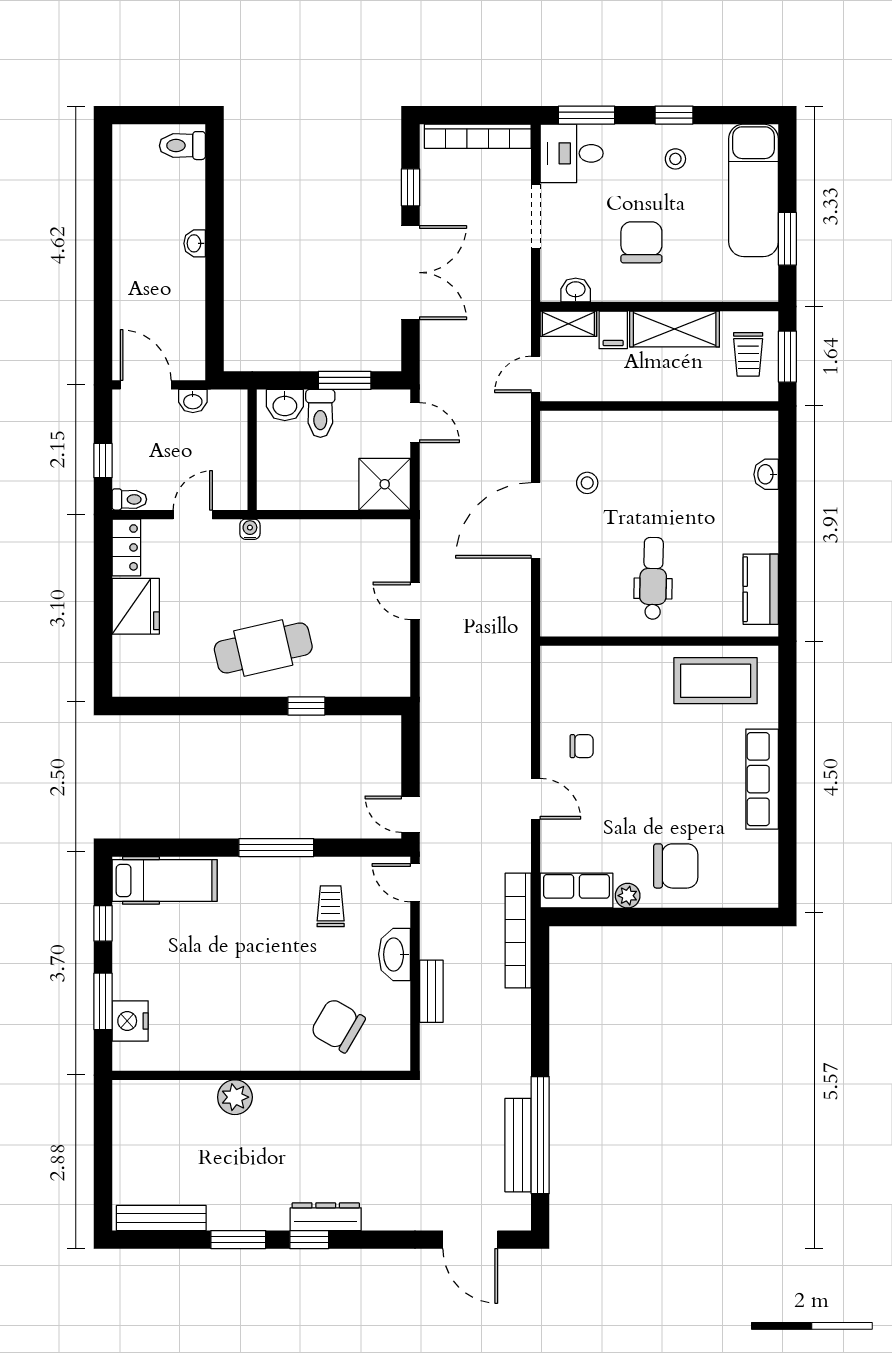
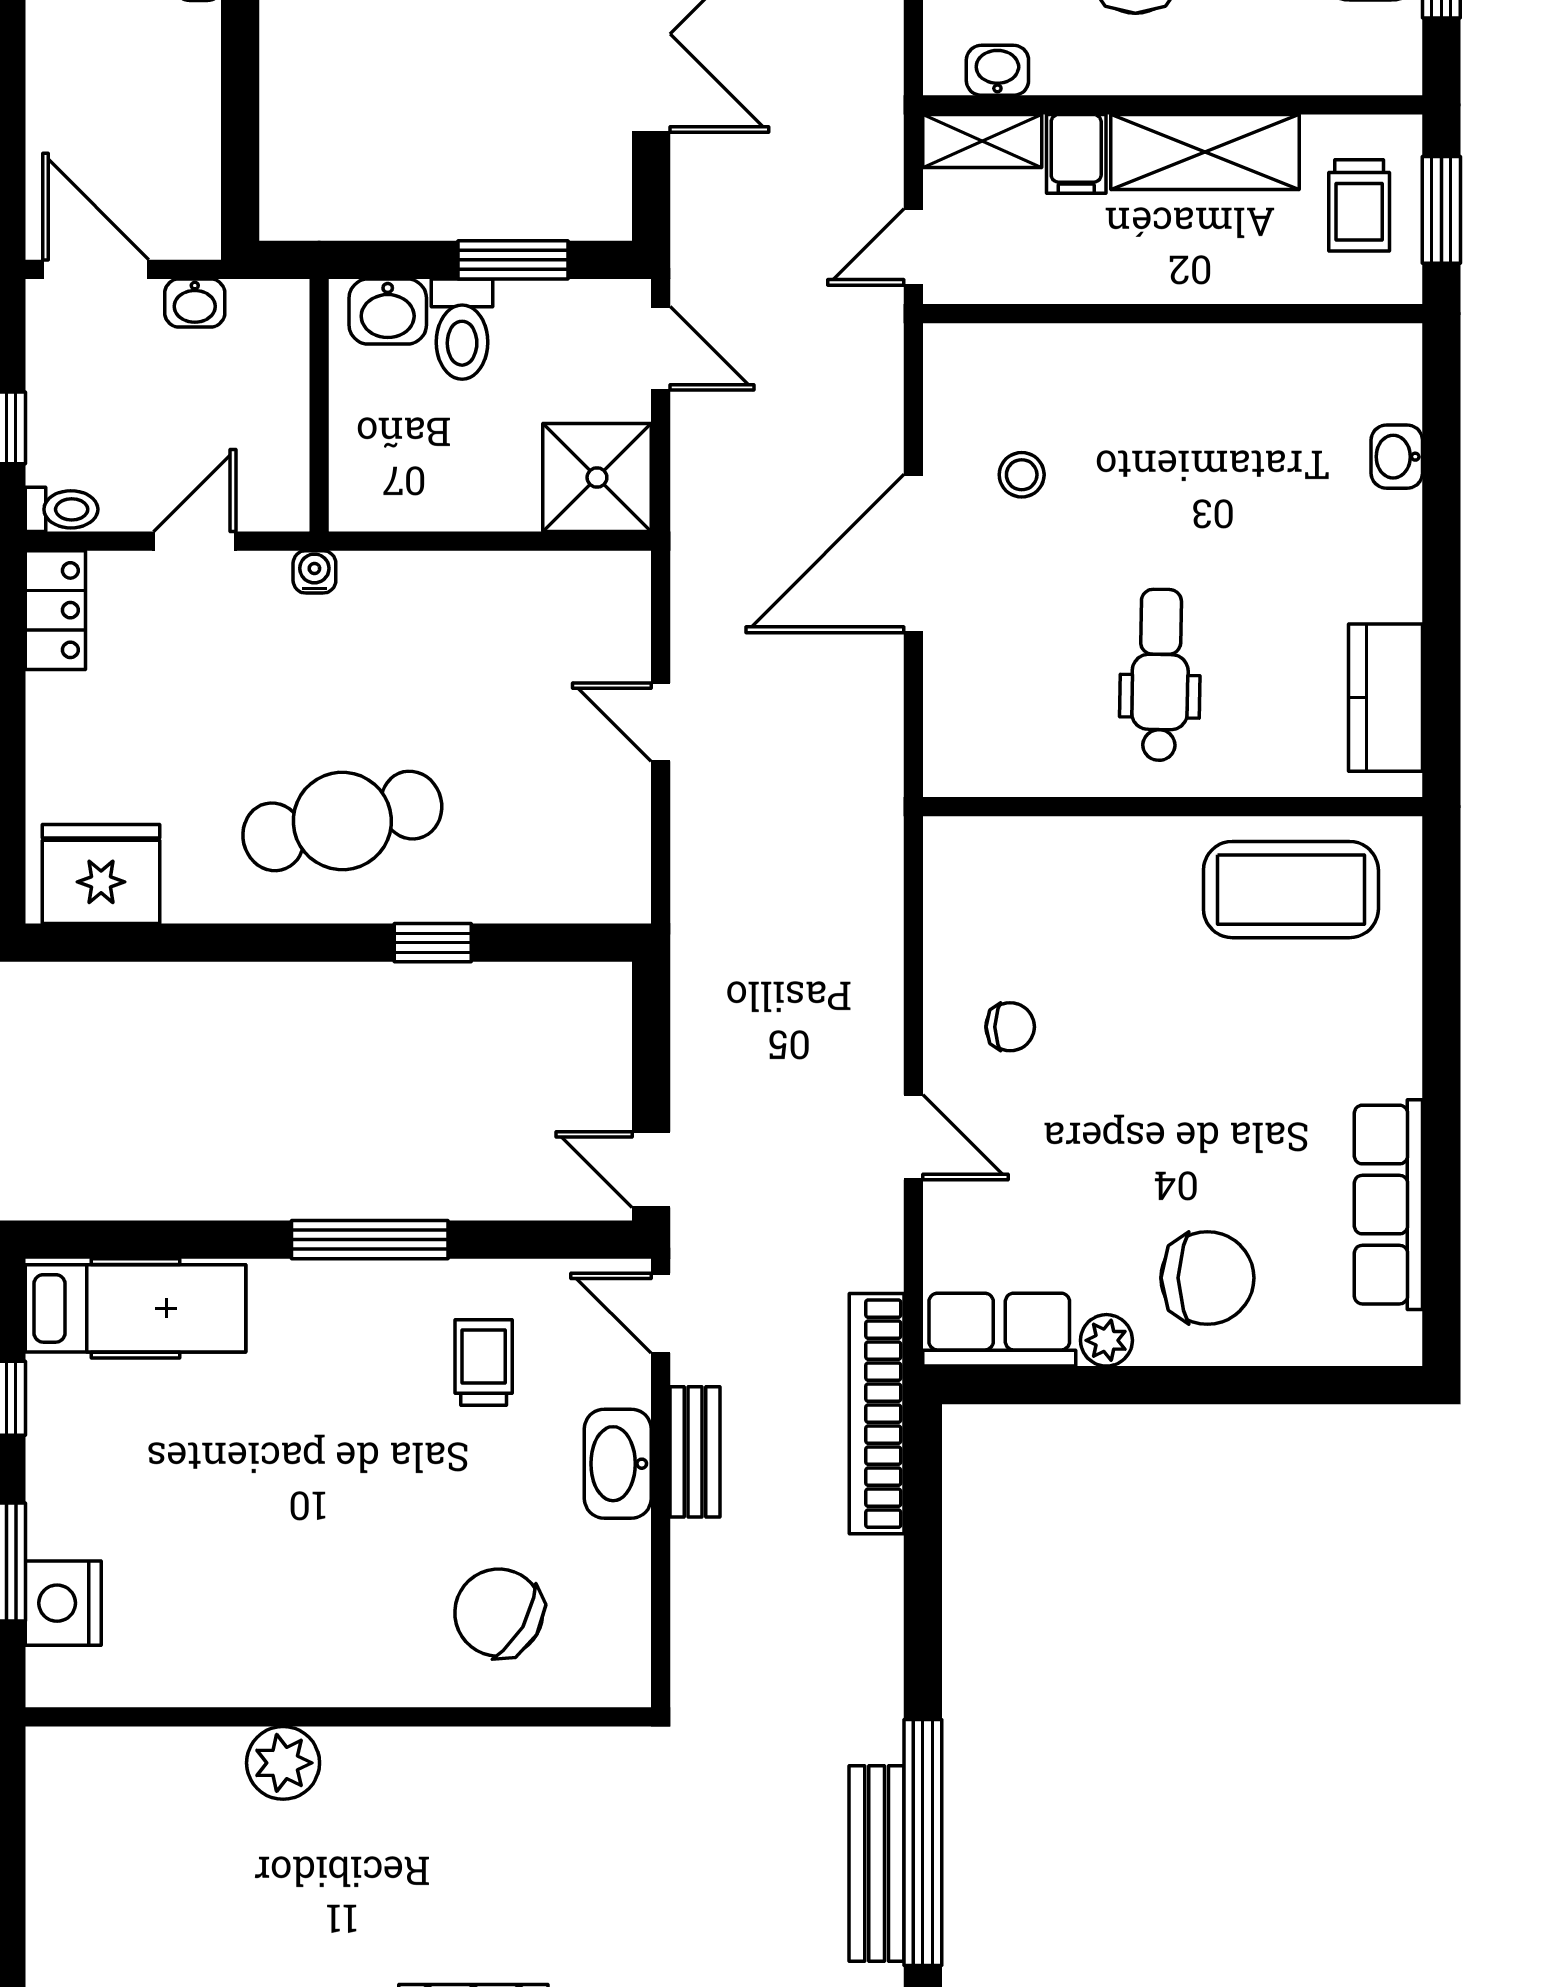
fridge: (136, 606) -> (101, 874), moved, turned -90
row of seats: (762, 779) -> (1388, 1205), moved
bench: (431, 991) -> (695, 1452), moved

